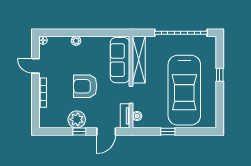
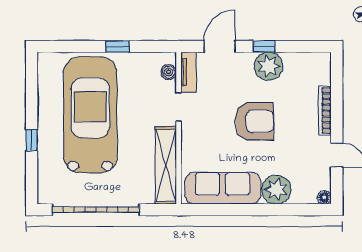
plant: (76, 41) -> (276, 190), width x1.87, depth x1.87
sofa: (120, 60) -> (223, 188), moved, turned -90

